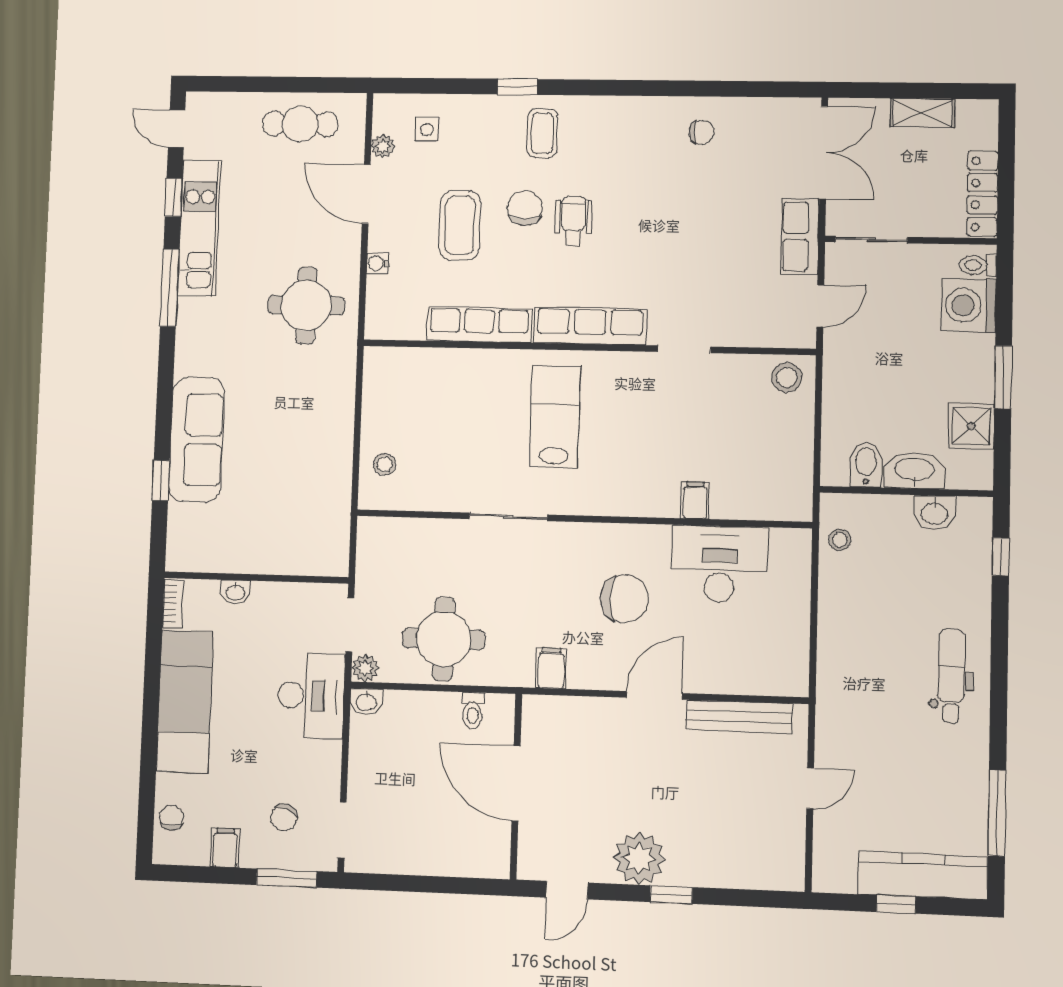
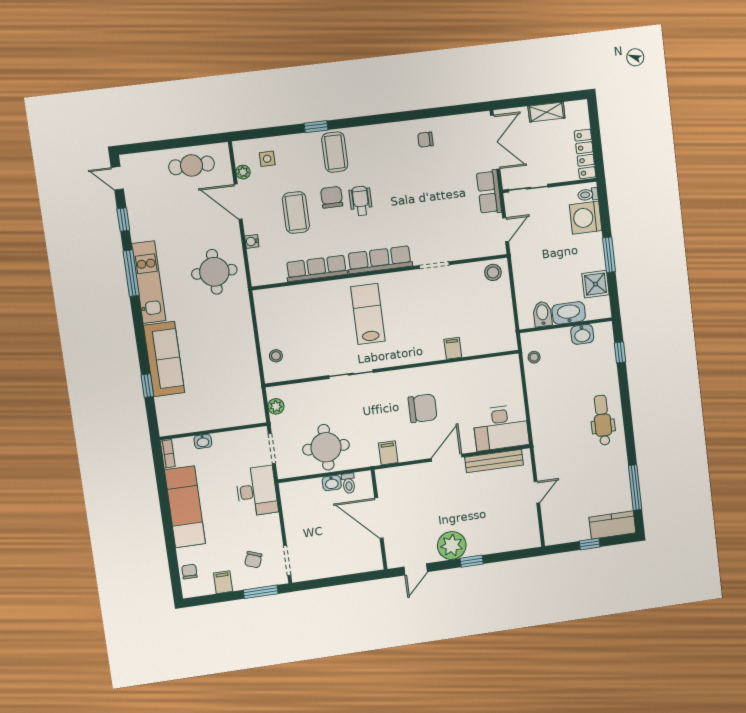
chair: (702, 132) -> (425, 140), turned 180
coffee table: (542, 133) -> (335, 152), width x1.36, depth x1.30
kitchen unit: (199, 228) -> (149, 282), moved
desk: (720, 564) -> (501, 428), moved, turned 180
plant: (365, 668) -> (276, 406), moved
washbasin: (366, 702) -> (332, 483), moved
kitchen counter: (923, 875) -> (612, 525), width x0.67

